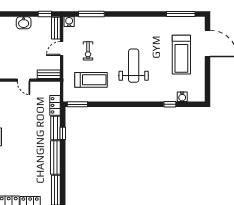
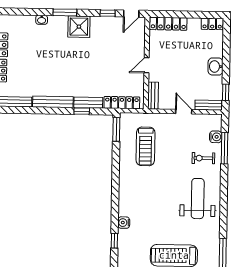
water cooler: (69, 22) -> (216, 137), moved
exercise bike: (88, 51) -> (203, 158), moved
weight bench: (134, 66) -> (198, 199), moved, turned -90
water cooler: (182, 97) -> (124, 223), moved
locker: (55, 105) -> (122, 103), width x1.53

